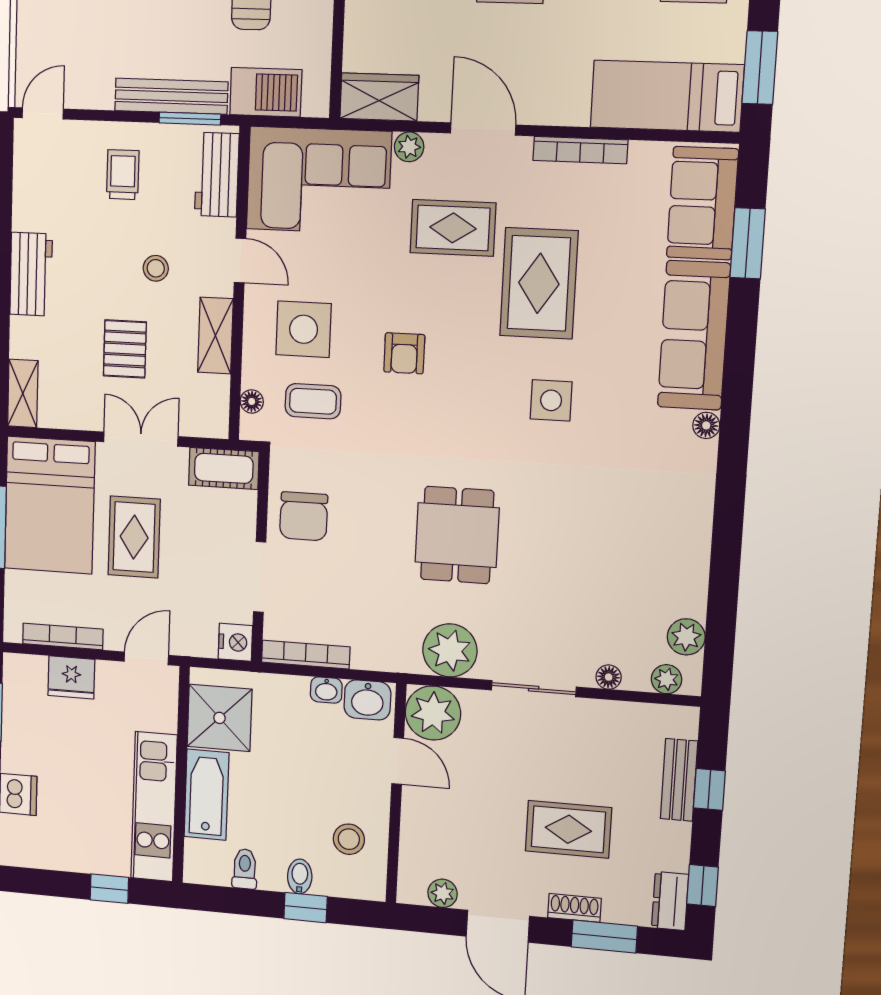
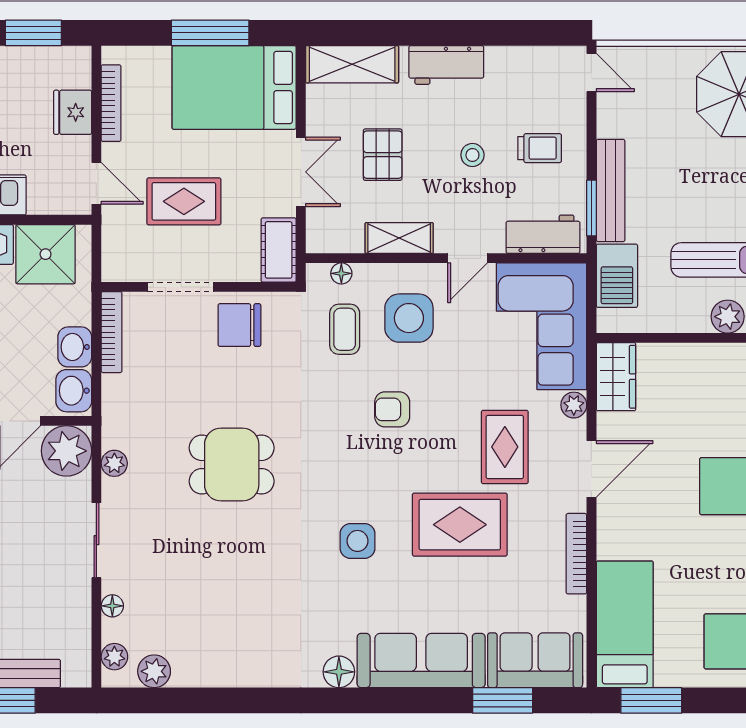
stool: (156, 268) -> (472, 155), moved
pallet: (125, 349) -> (383, 155), turned 90
shelving: (23, 393) -> (352, 64), width x1.50, depth x1.33
floor lamp: (706, 425) -> (339, 672), width x1.37, depth x1.37
rug: (134, 537) -> (184, 201), moved
nightstand: (235, 642) -> (118, 267), removed
plant: (450, 650) -> (114, 463), width x0.53, depth x0.53
washbasin: (326, 690) -> (75, 347), width x1.38, depth x1.45

